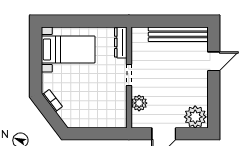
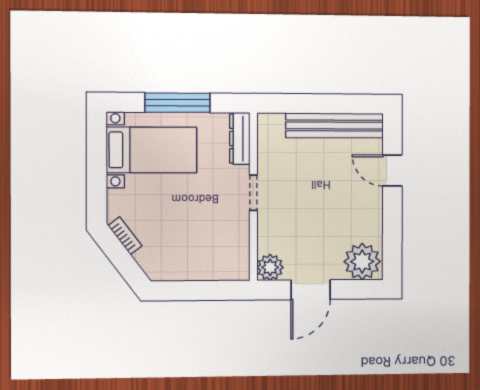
window: (83, 21) -> (177, 103), added
door: (214, 61) -> (392, 170), swing flipped
plant: (139, 103) -> (270, 267), moved

